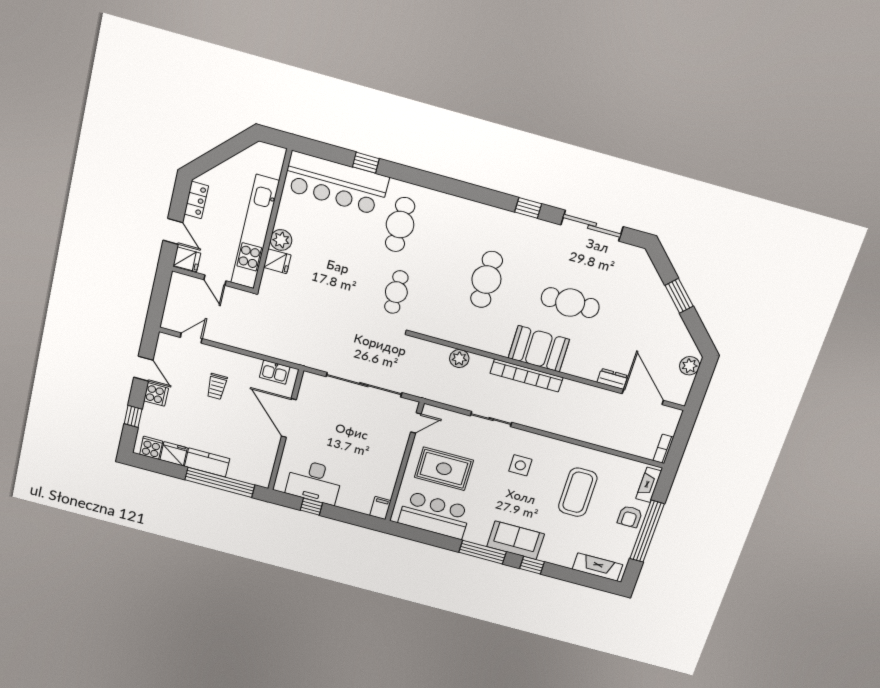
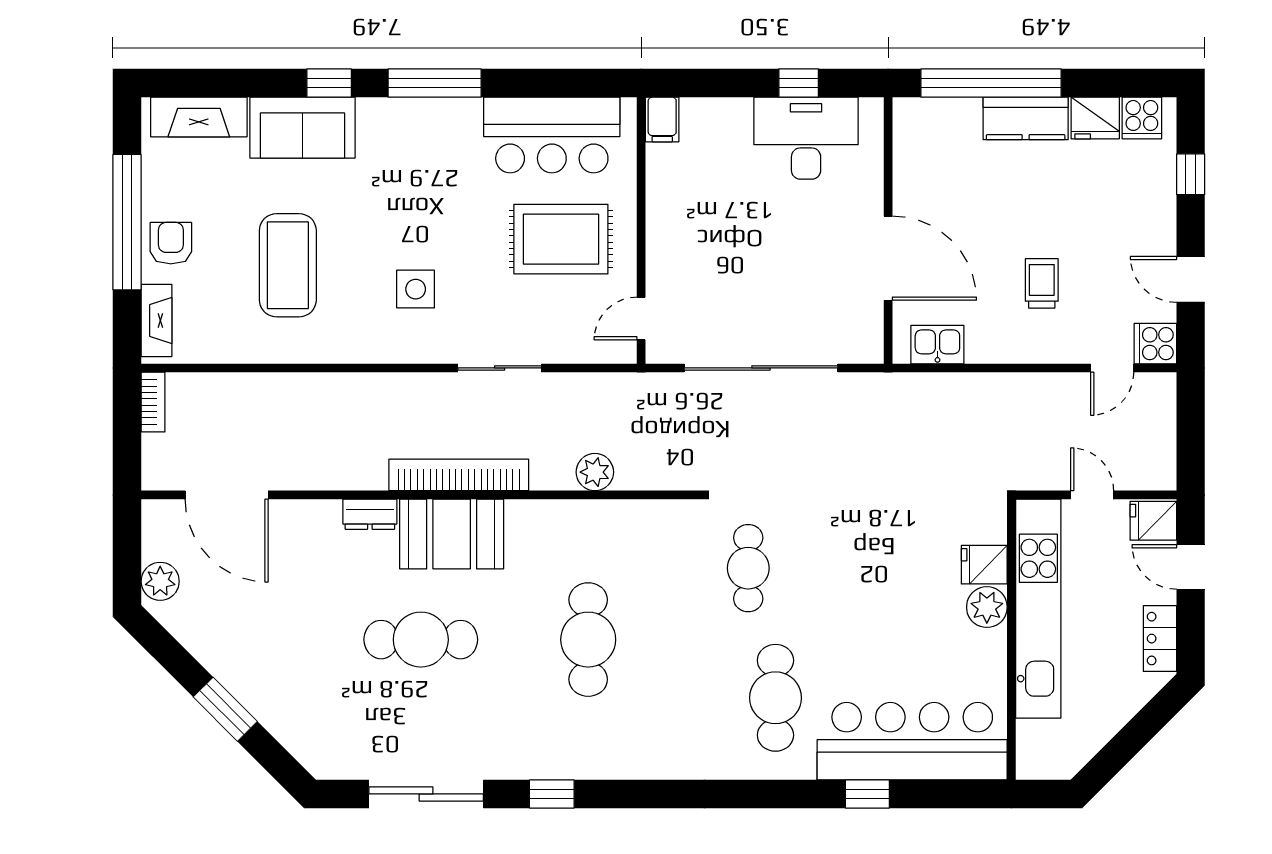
dresser: (612, 379) -> (370, 514), moved
cooker: (156, 395) -> (1155, 344), moved
sofa: (516, 540) -> (303, 128), moved

